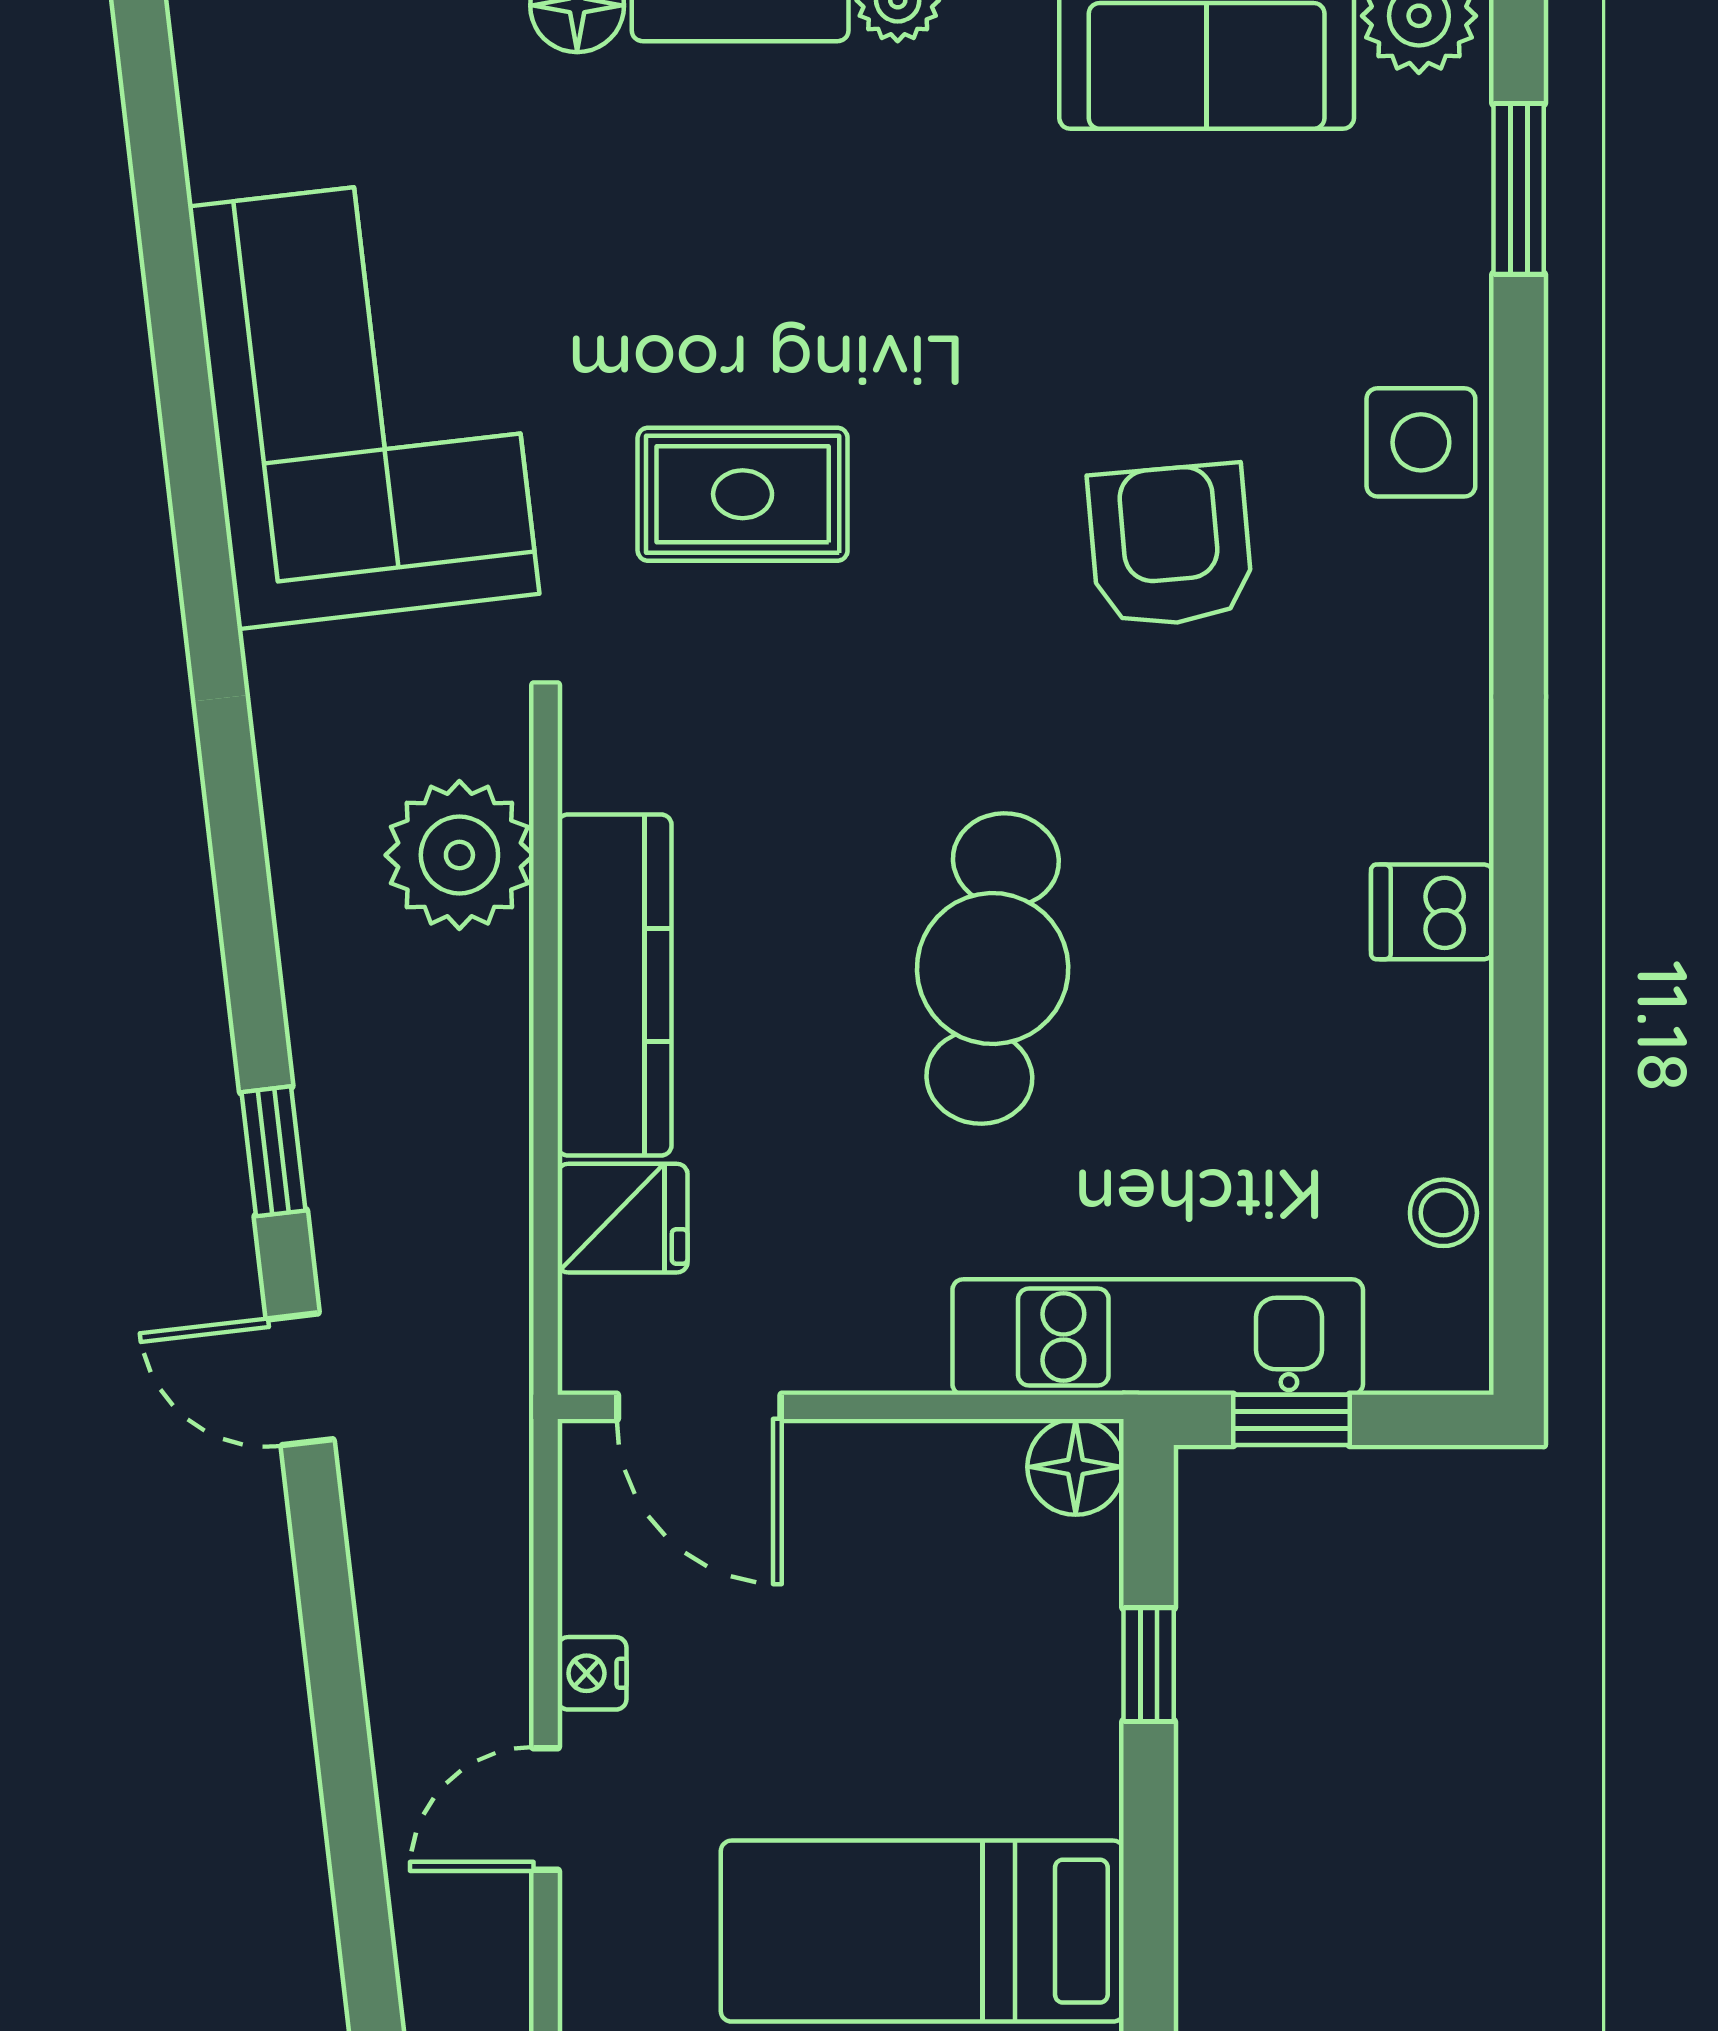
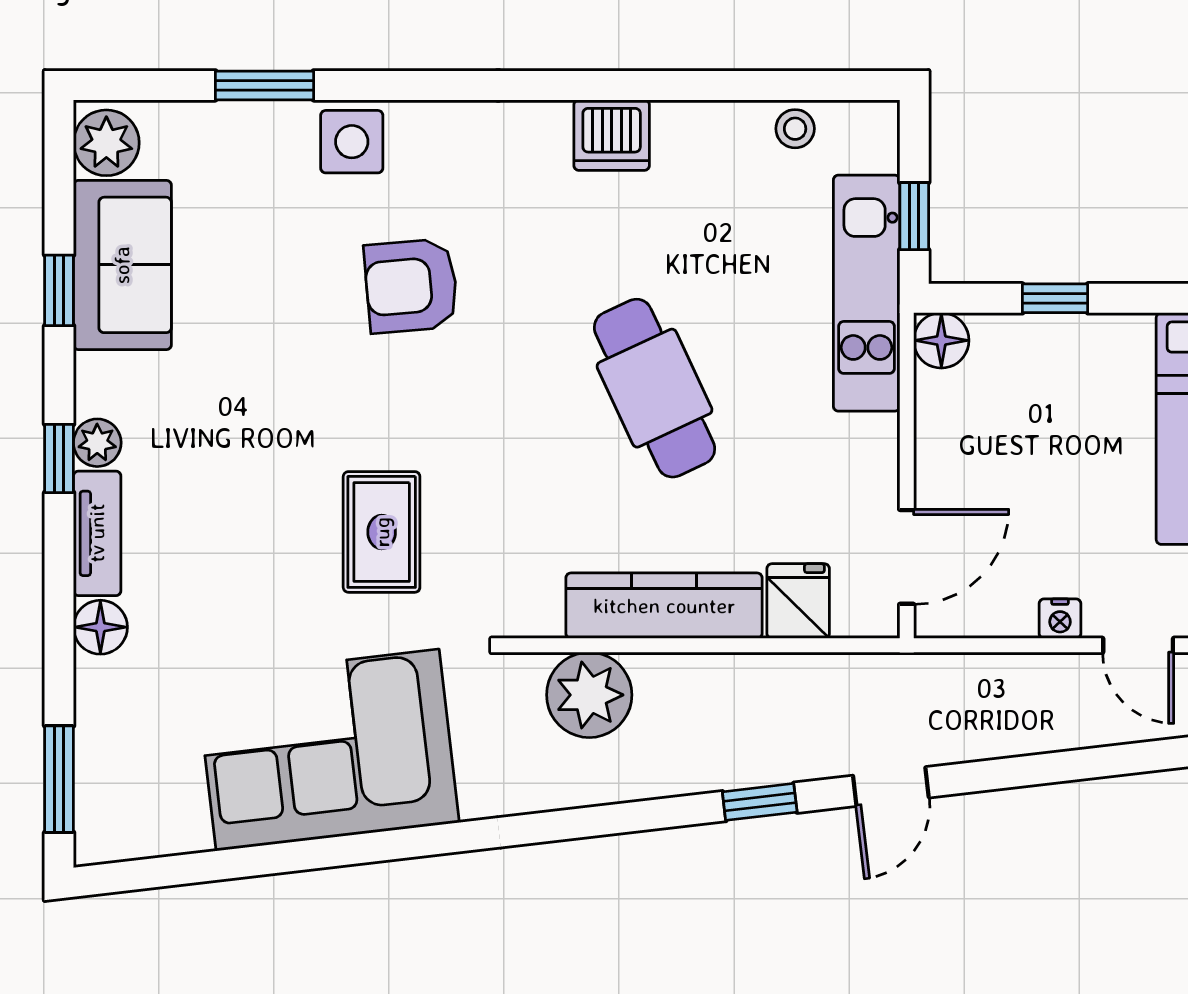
window: (1519, 189) -> (265, 85), moved
dishwasher: (1432, 912) -> (612, 135), width x1.38
cafe table: (993, 969) -> (655, 388), turned 58

